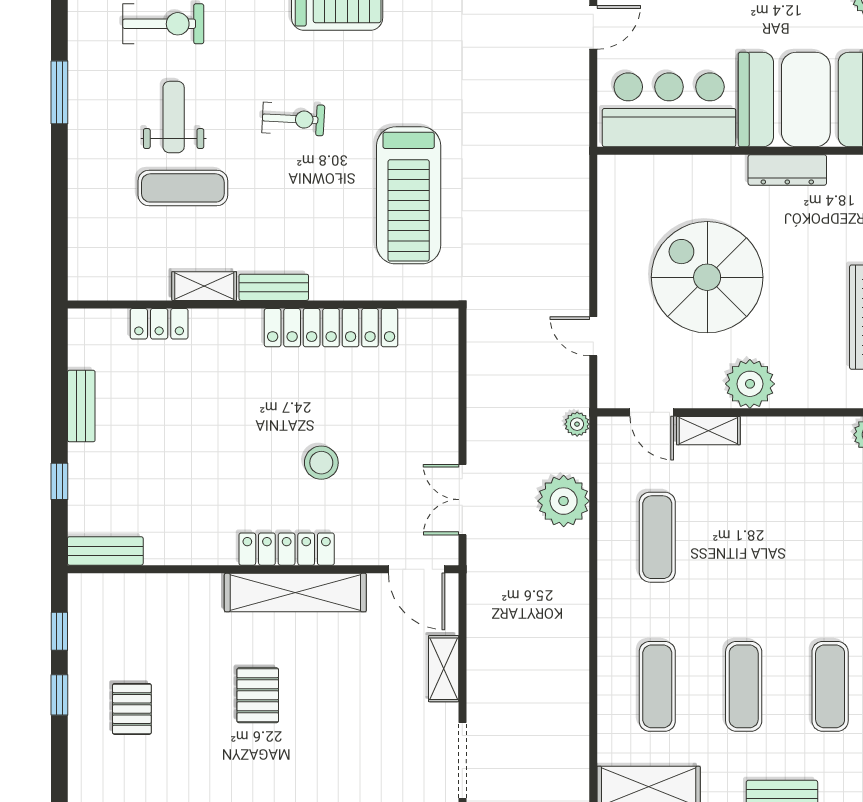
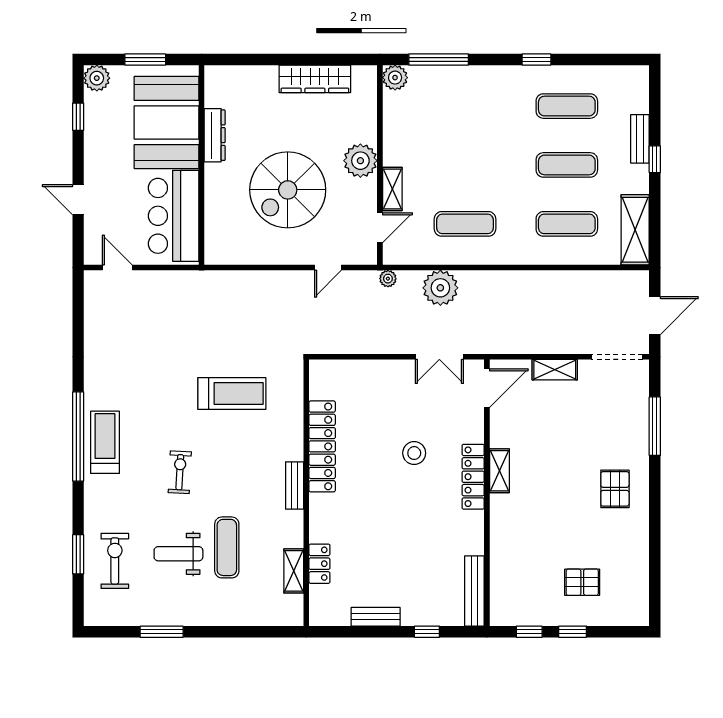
treadmill: (409, 195) -> (232, 393), width x0.73, depth x0.73
shelving: (204, 286) -> (294, 571), moved
bench: (105, 551) -> (474, 591), width x1.36
shelving: (295, 593) -> (499, 471), width x0.45, depth x0.75
pallet: (258, 695) -> (615, 489), moved, turned 90

